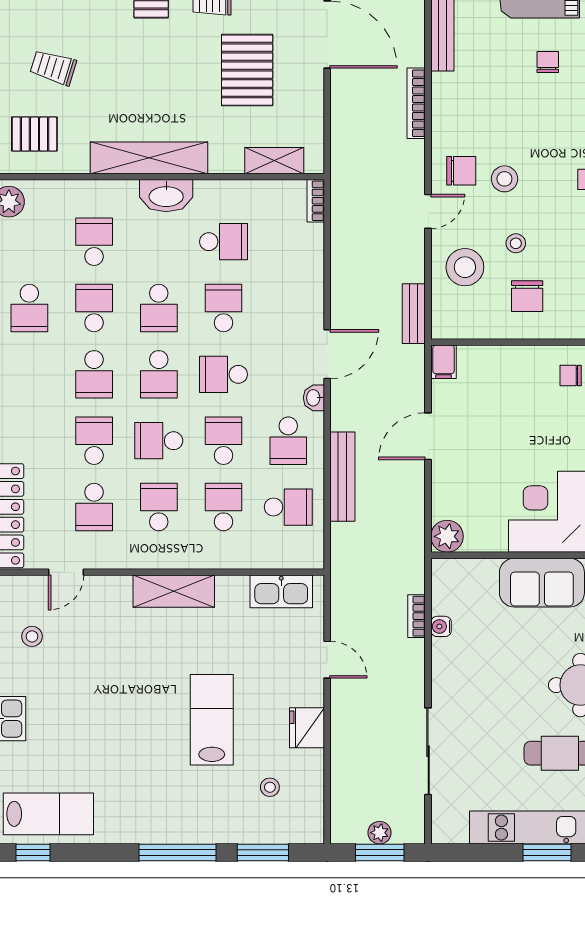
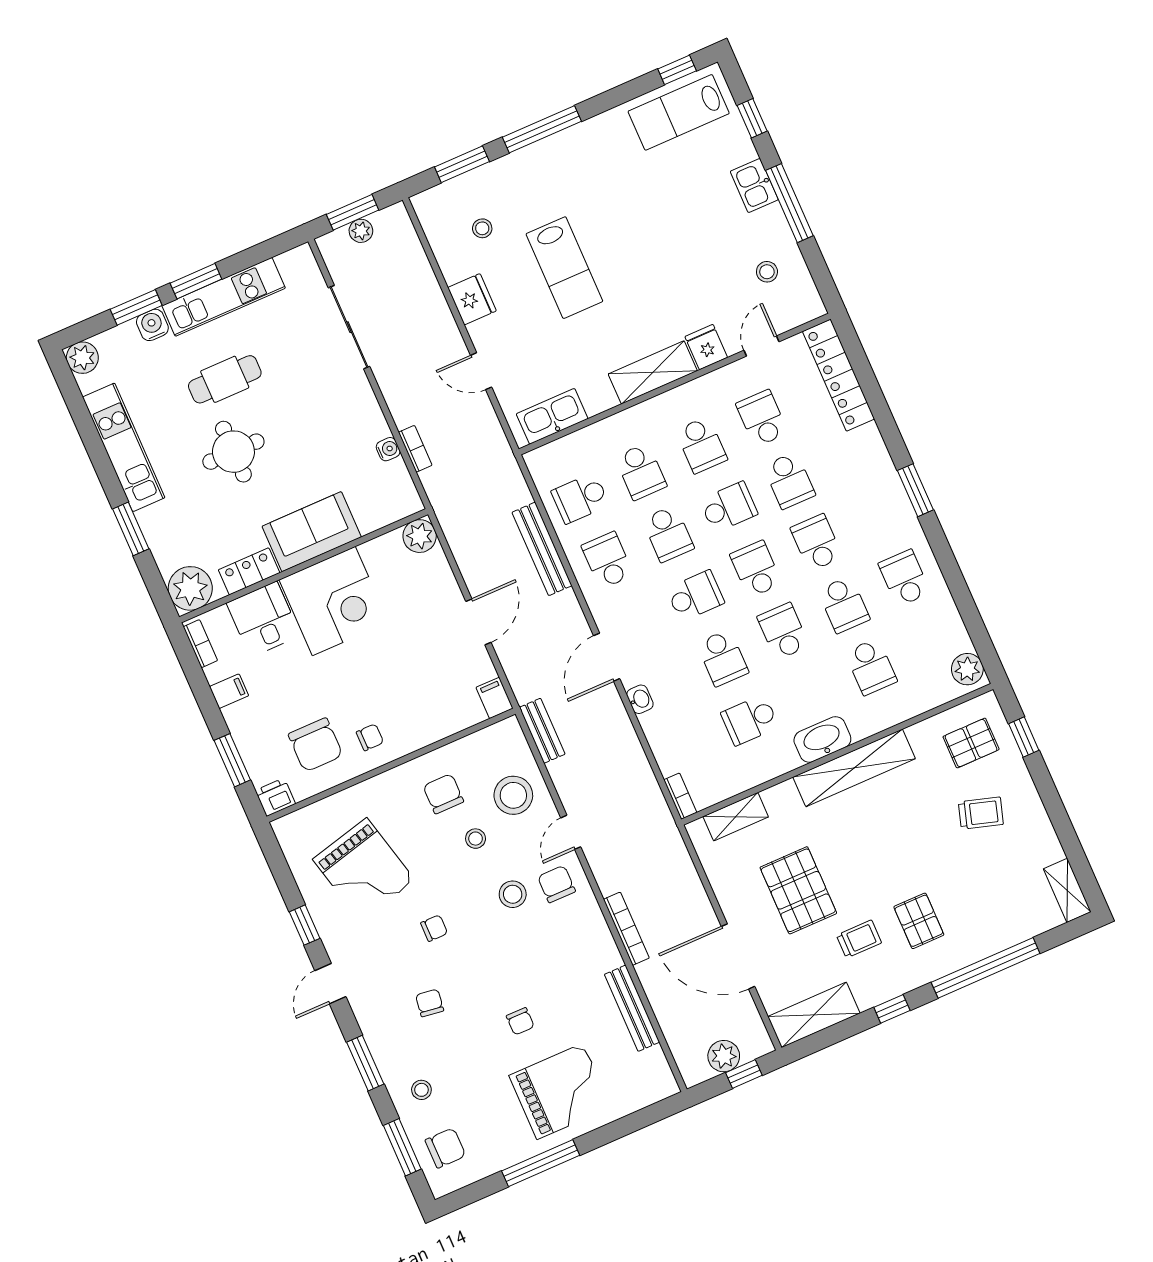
chair: (461, 171) -> (557, 884), turned 90
washbasin: (314, 398) -> (640, 699), moved
fridge: (116, 593) -> (706, 347), added

